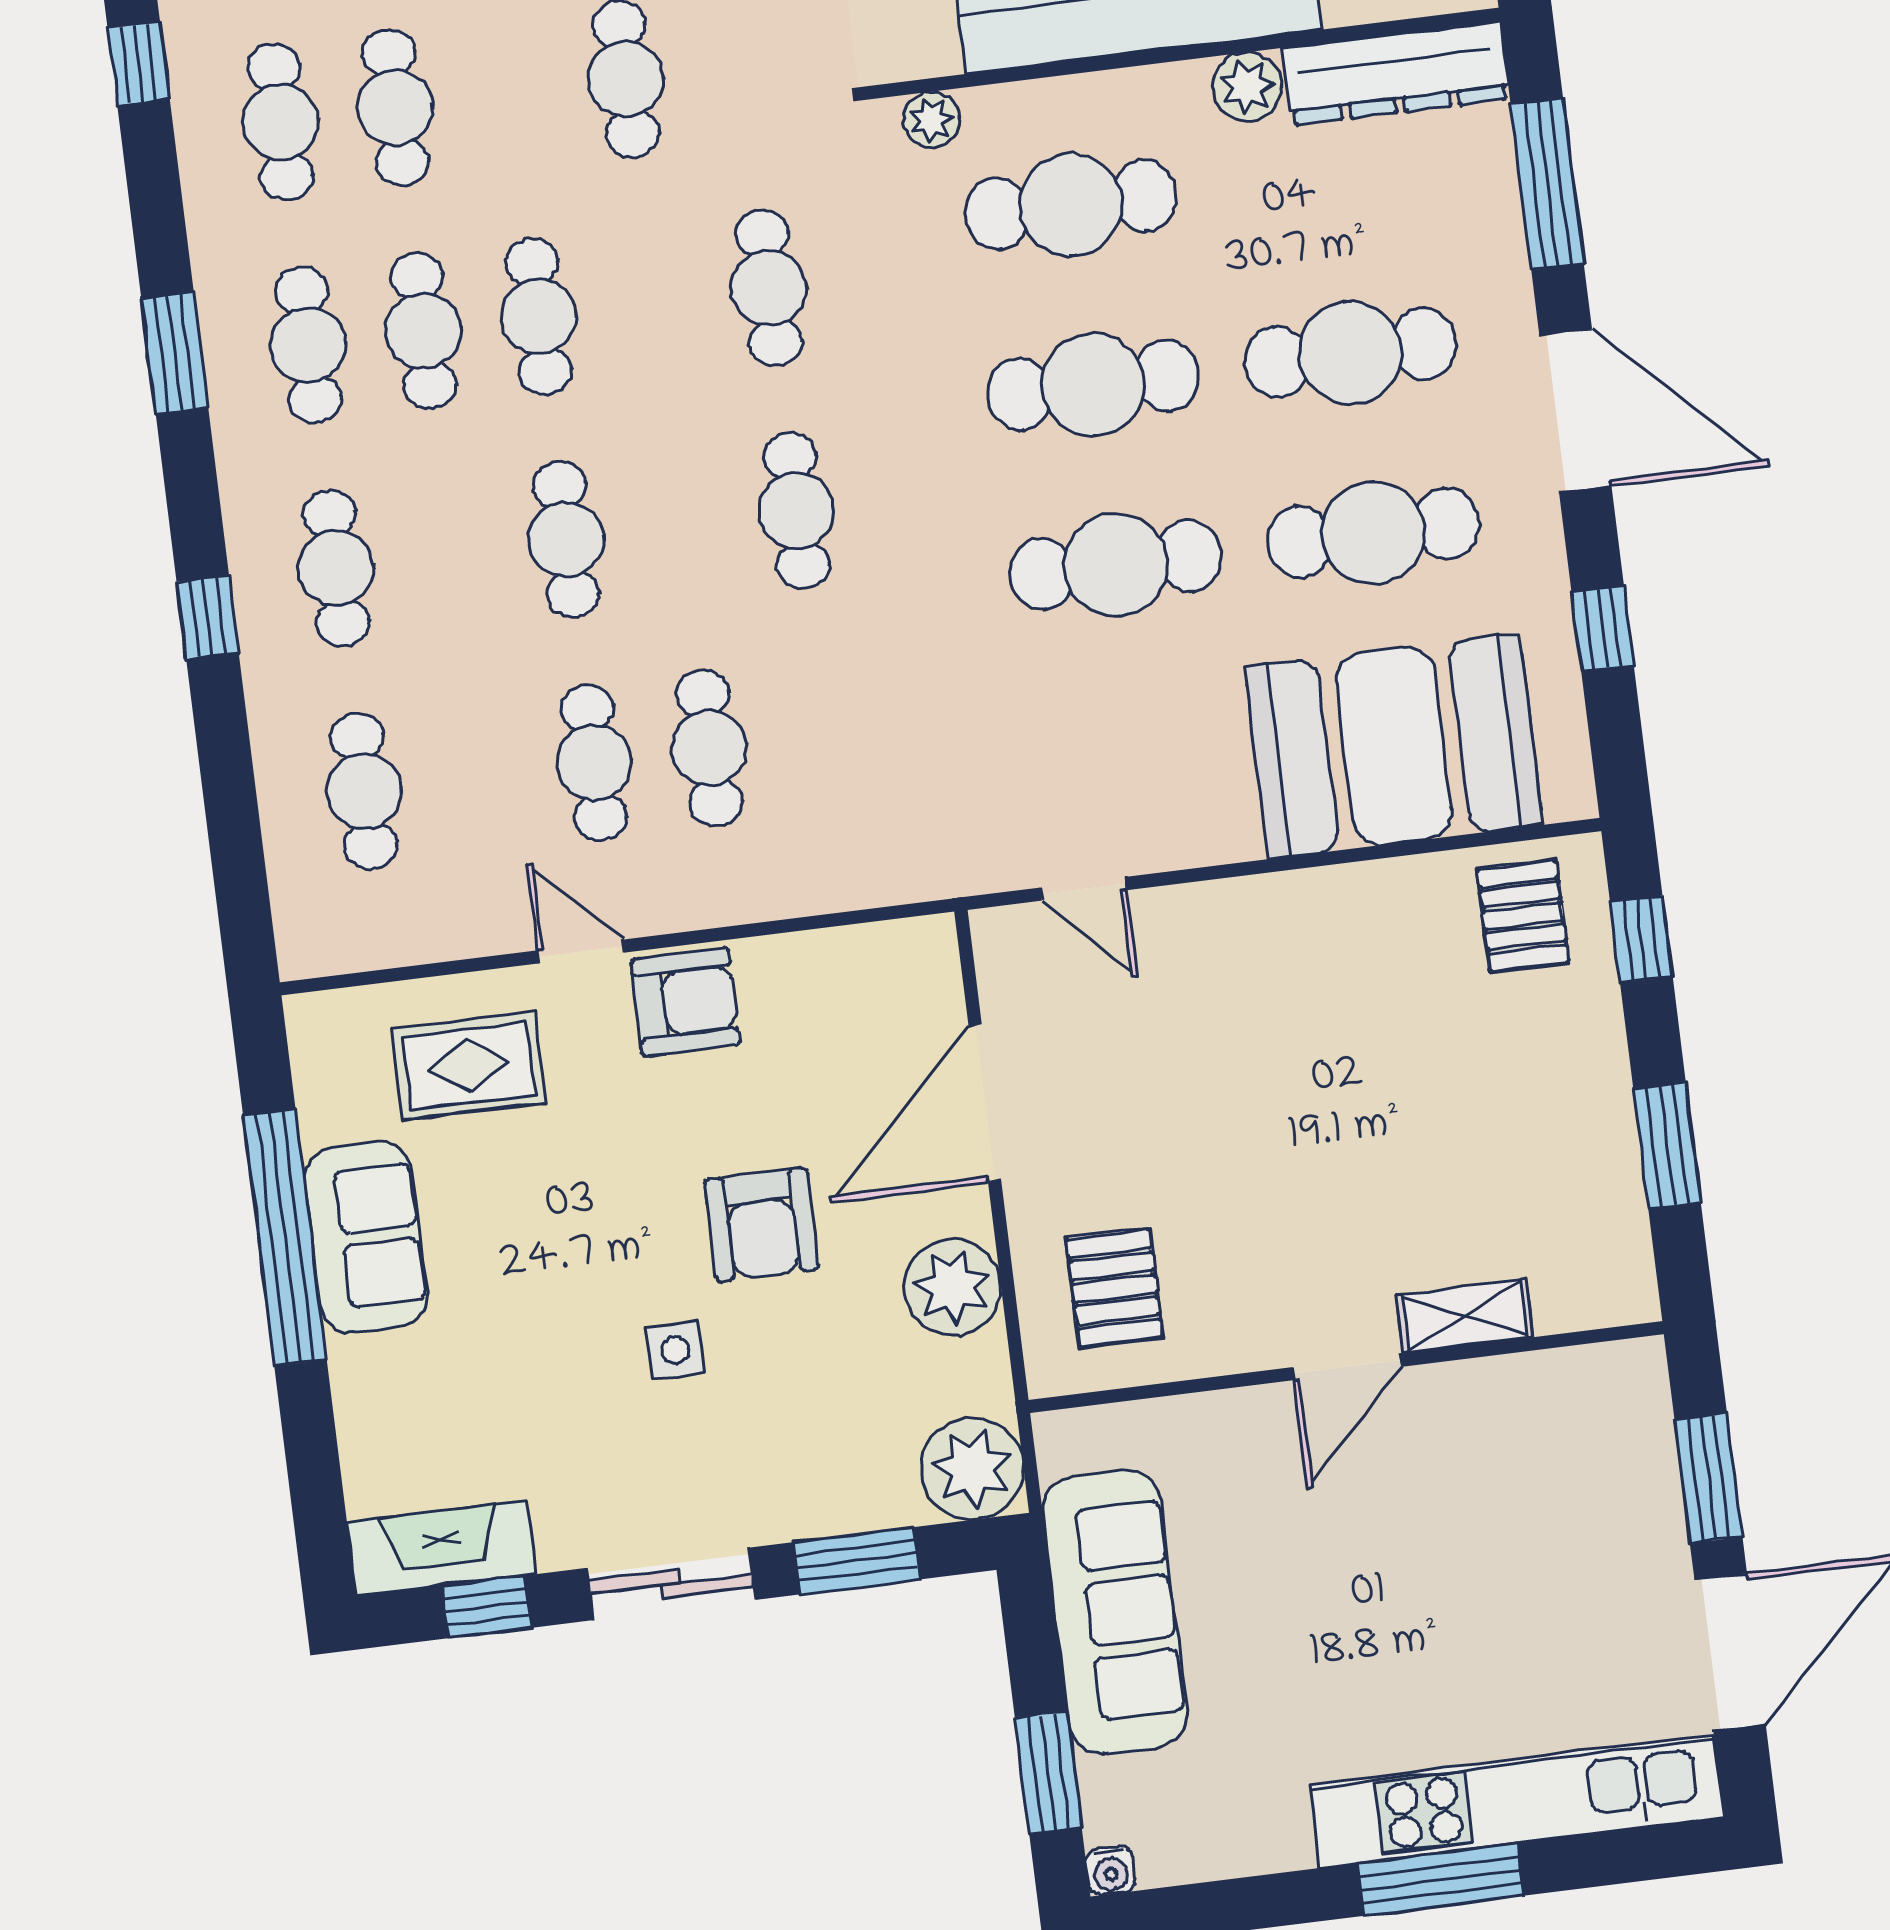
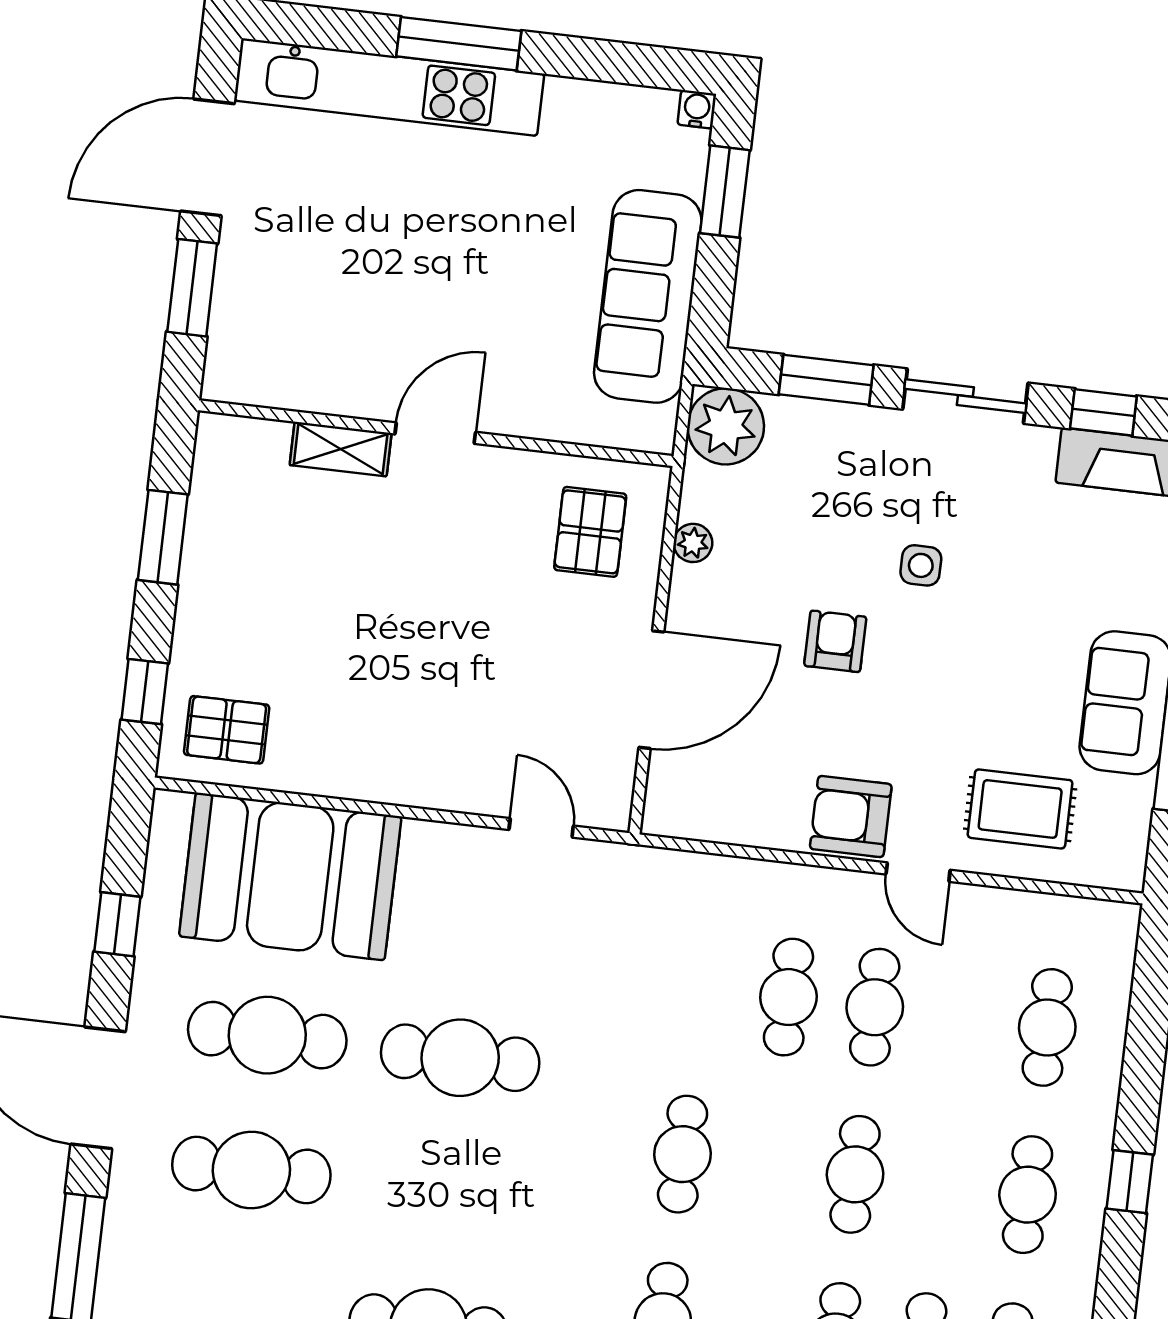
cafe table: (1093, 385) -> (444, 1193), removed
pallet: (1523, 916) -> (227, 730), turned 90
armchair: (762, 1224) -> (835, 641), width x0.72, depth x0.72
plant: (953, 1287) -> (693, 543), width x0.53, depth x0.53

